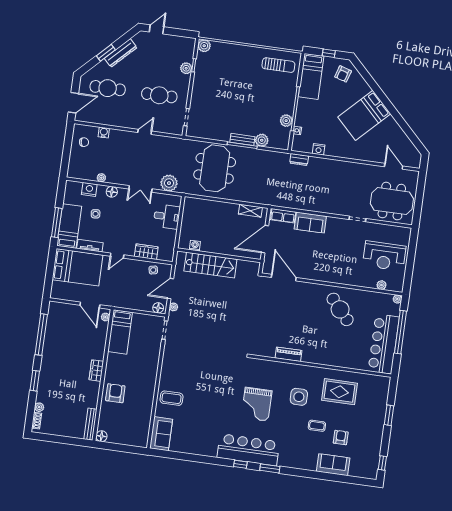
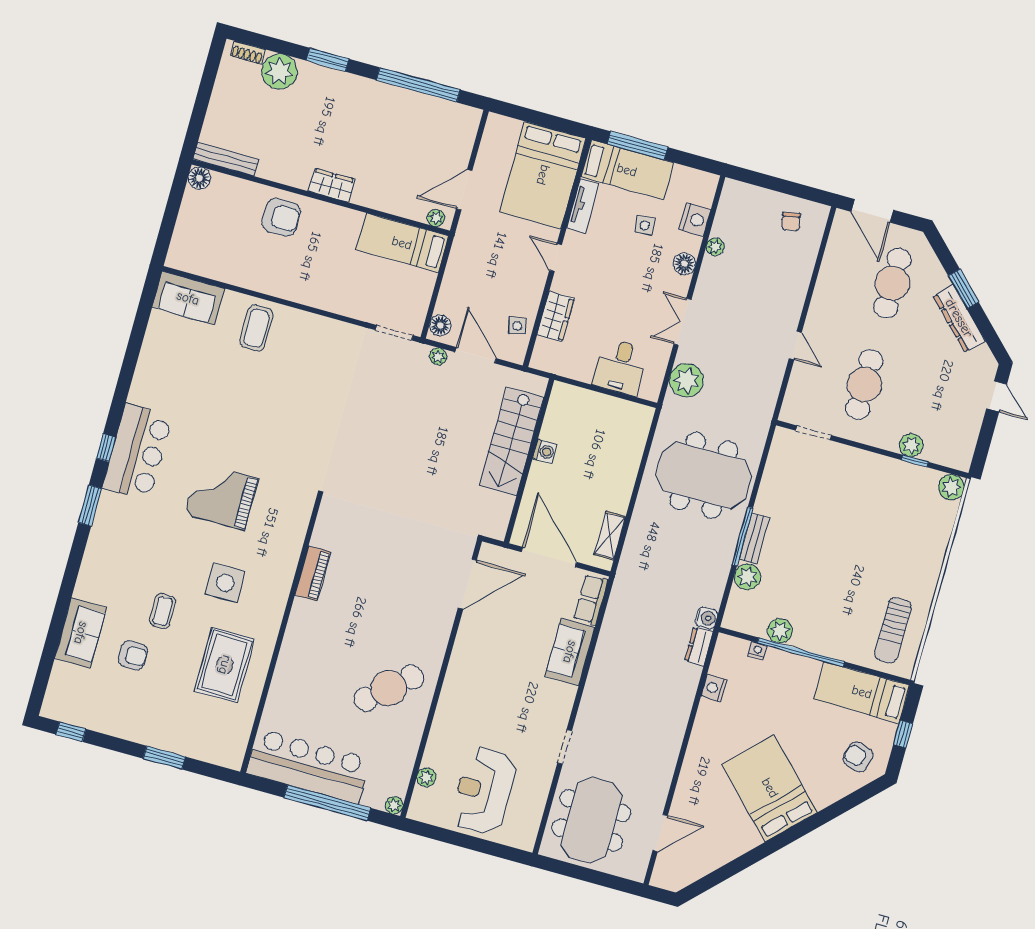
water cooler: (104, 133) -> (707, 618), moved
washing machine: (195, 246) -> (545, 451), moved
plant: (39, 407) -> (279, 72), width x1.87, depth x1.87
bar counter: (248, 450) -> (137, 452), width x0.73

